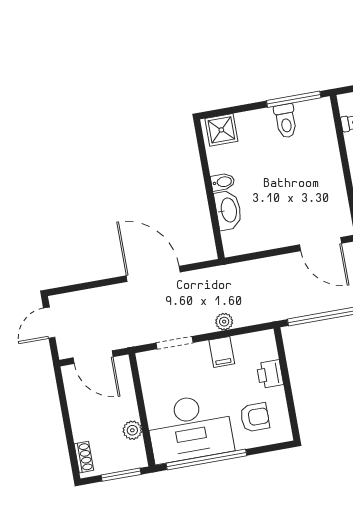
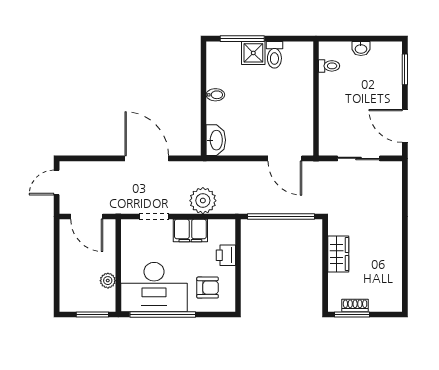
window: (294, 99) -> (242, 39), moved
shower: (221, 130) -> (253, 53), moved
washbasin: (228, 210) -> (216, 140), moved
plant: (224, 322) -> (203, 201), width x1.88, depth x1.88
filing cabinet: (222, 352) -> (190, 231), width x2.00
shoe rack: (84, 457) -> (65, 295), removed

